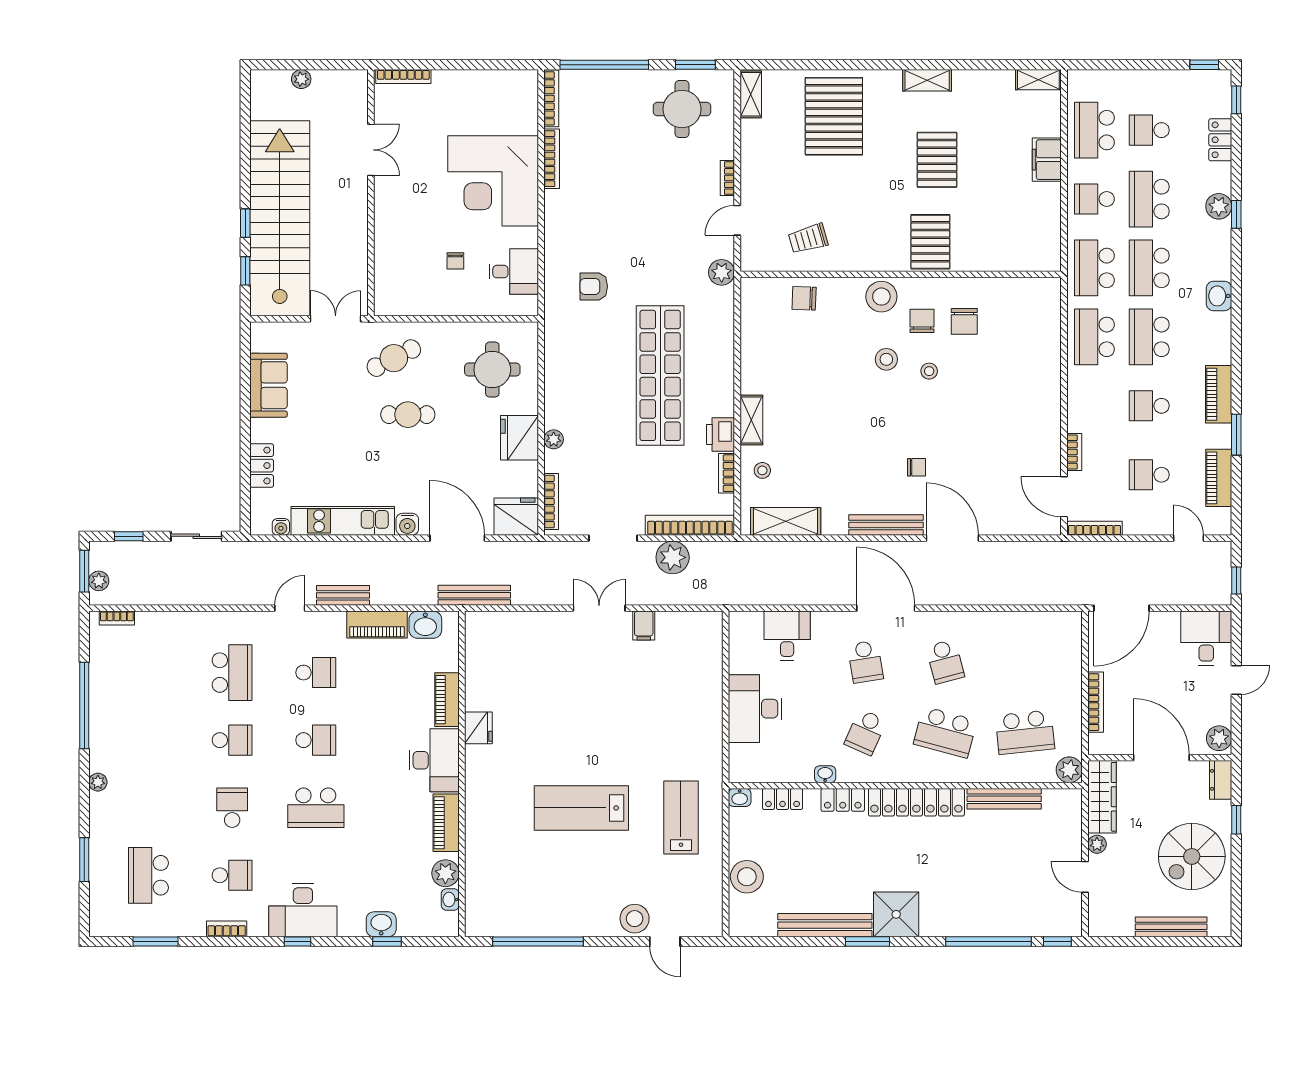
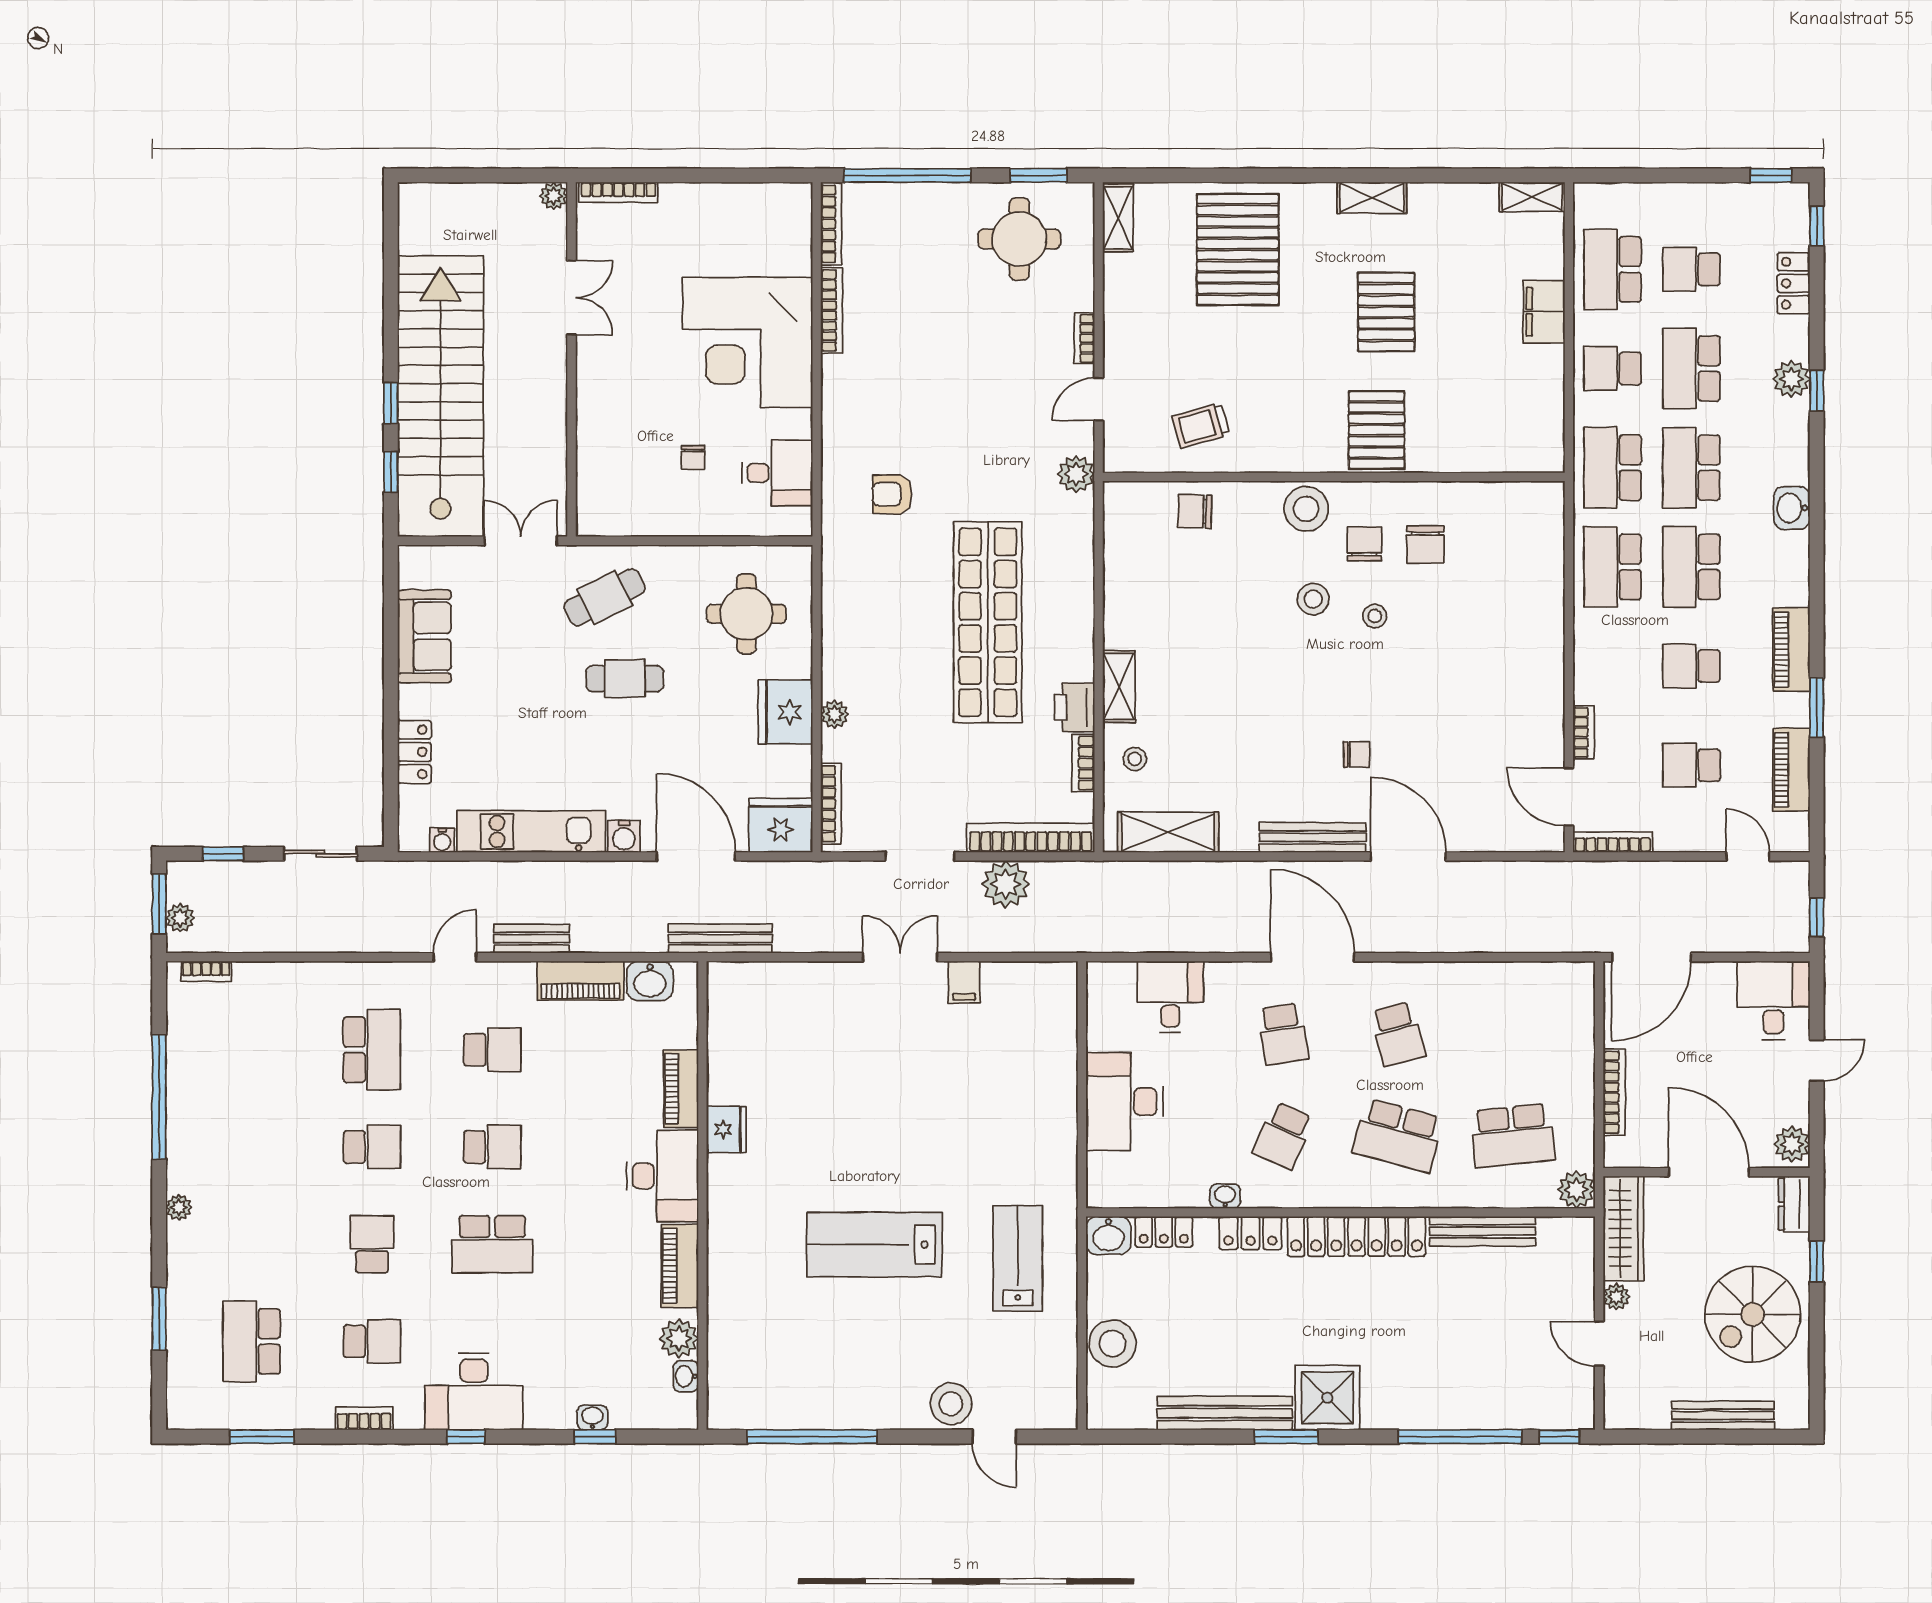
plant: (301, 79) -> (554, 196), moved
washbasin: (740, 797) -> (1108, 1235), width x1.38, depth x1.45
washbasin: (381, 924) -> (592, 1417), width x0.72, depth x0.69

